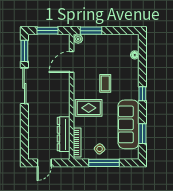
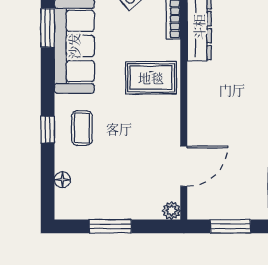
window: (91, 31) -> (110, 226), moved
coffee table: (105, 83) -> (82, 128), moved
window: (142, 94) -> (48, 130), moved

